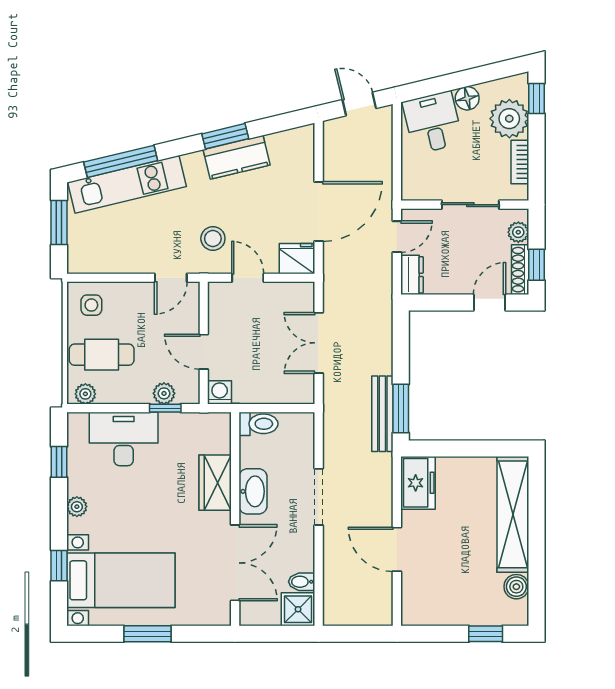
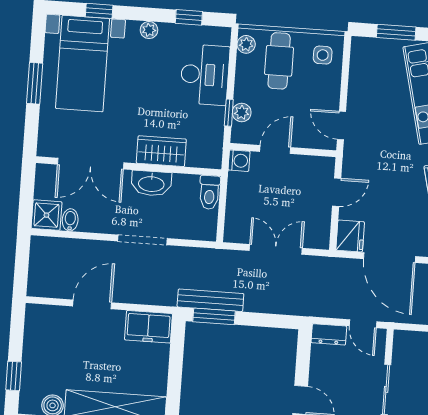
stool: (213, 239) -> (373, 164), removed

